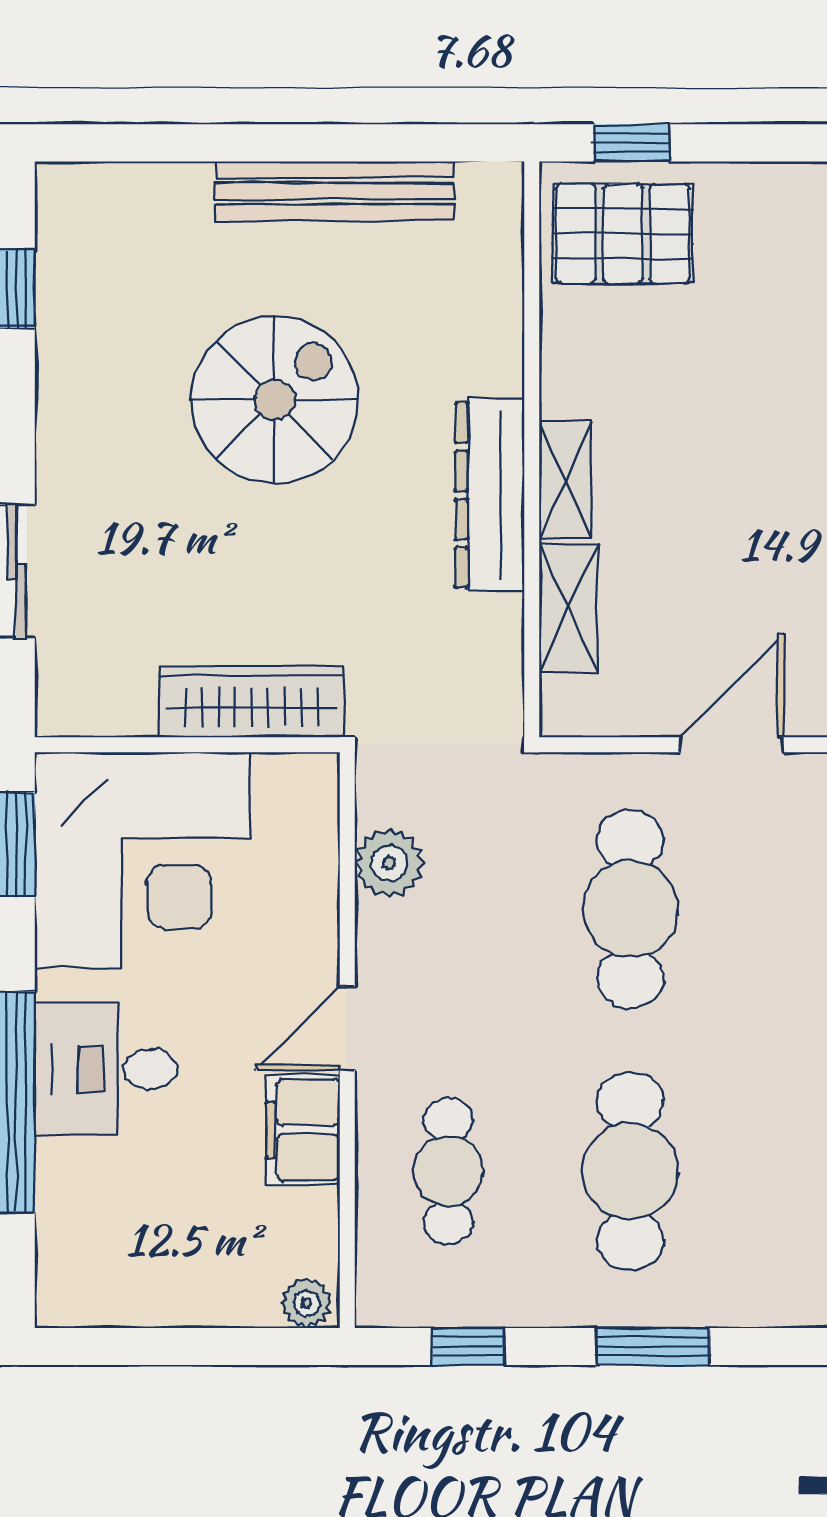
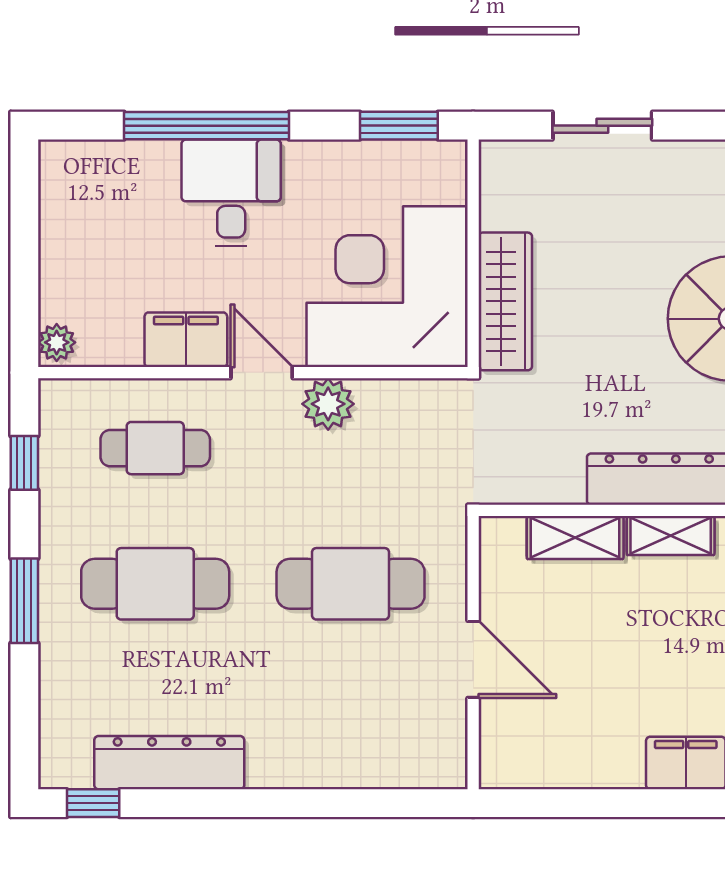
corner desk: (143, 860) -> (387, 287), moved, turned 90
plant: (389, 863) -> (328, 404), moved

